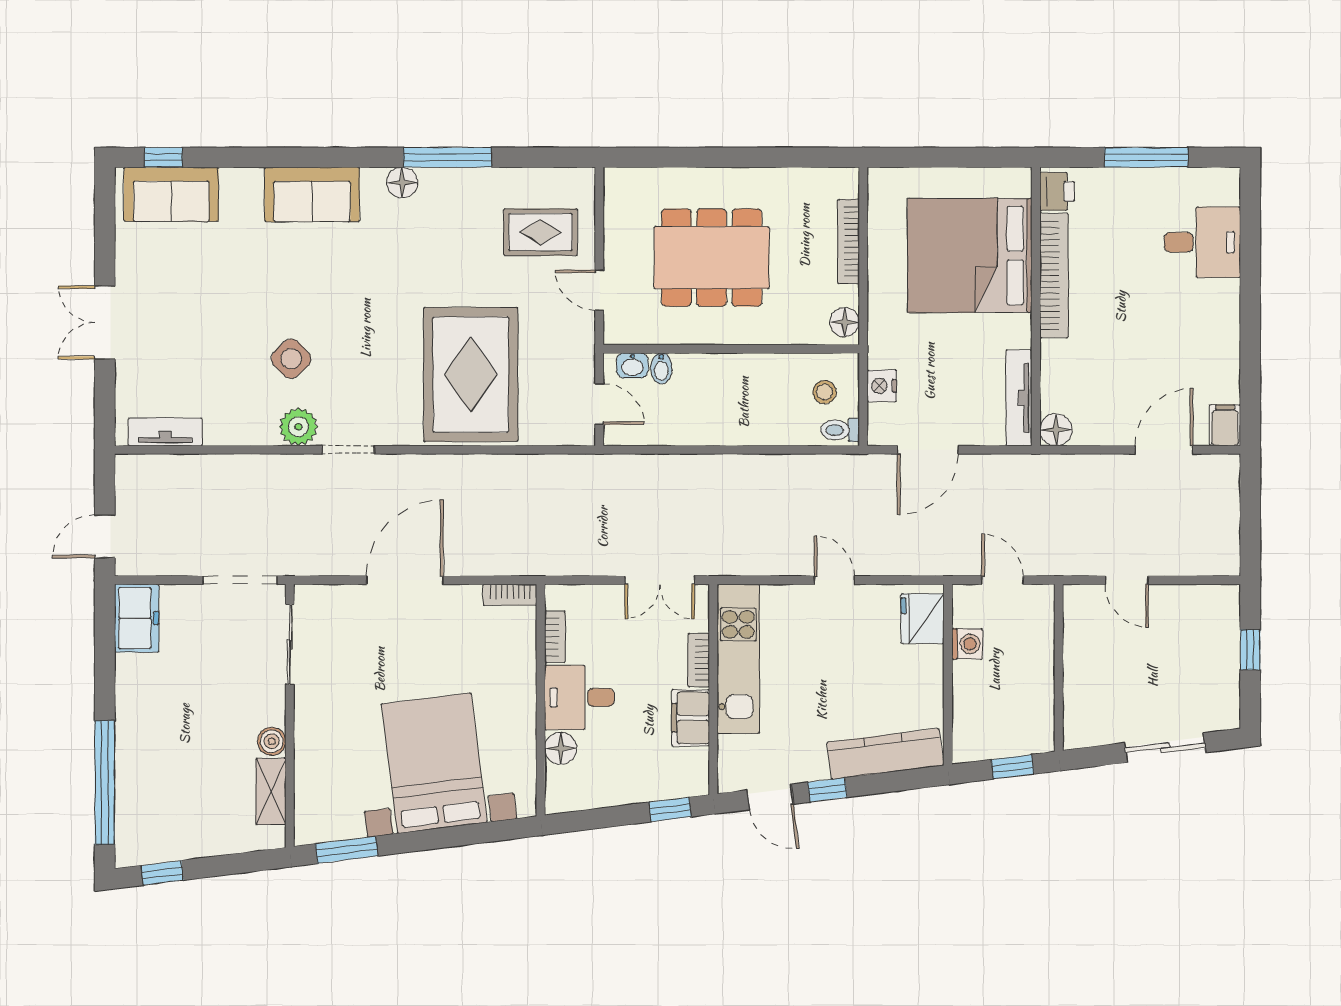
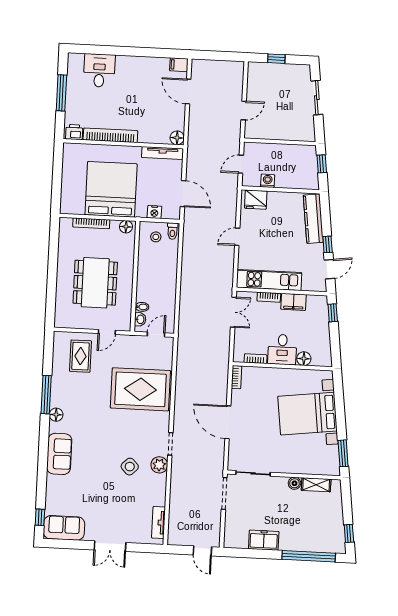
sofa: (171, 194) -> (64, 528), moved, turned -90
bed: (970, 256) -> (111, 189), moved, turned 180
freezer: (137, 618) -> (264, 540), moved

